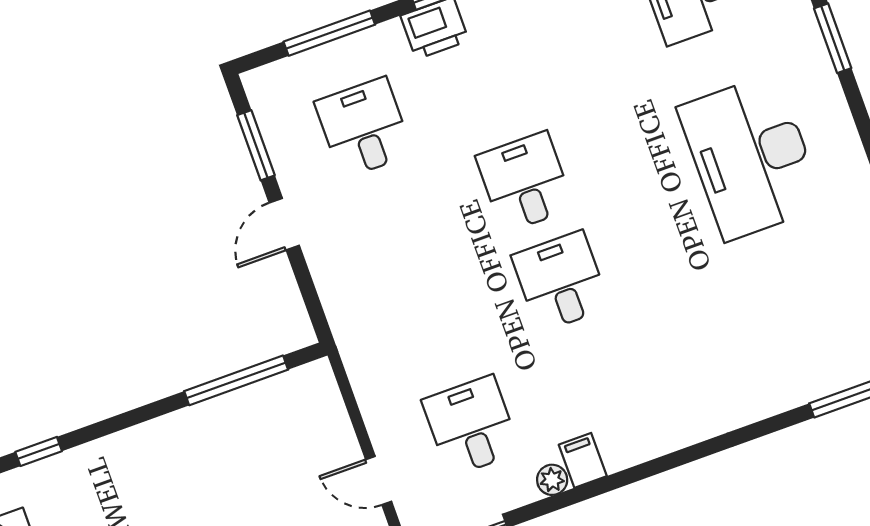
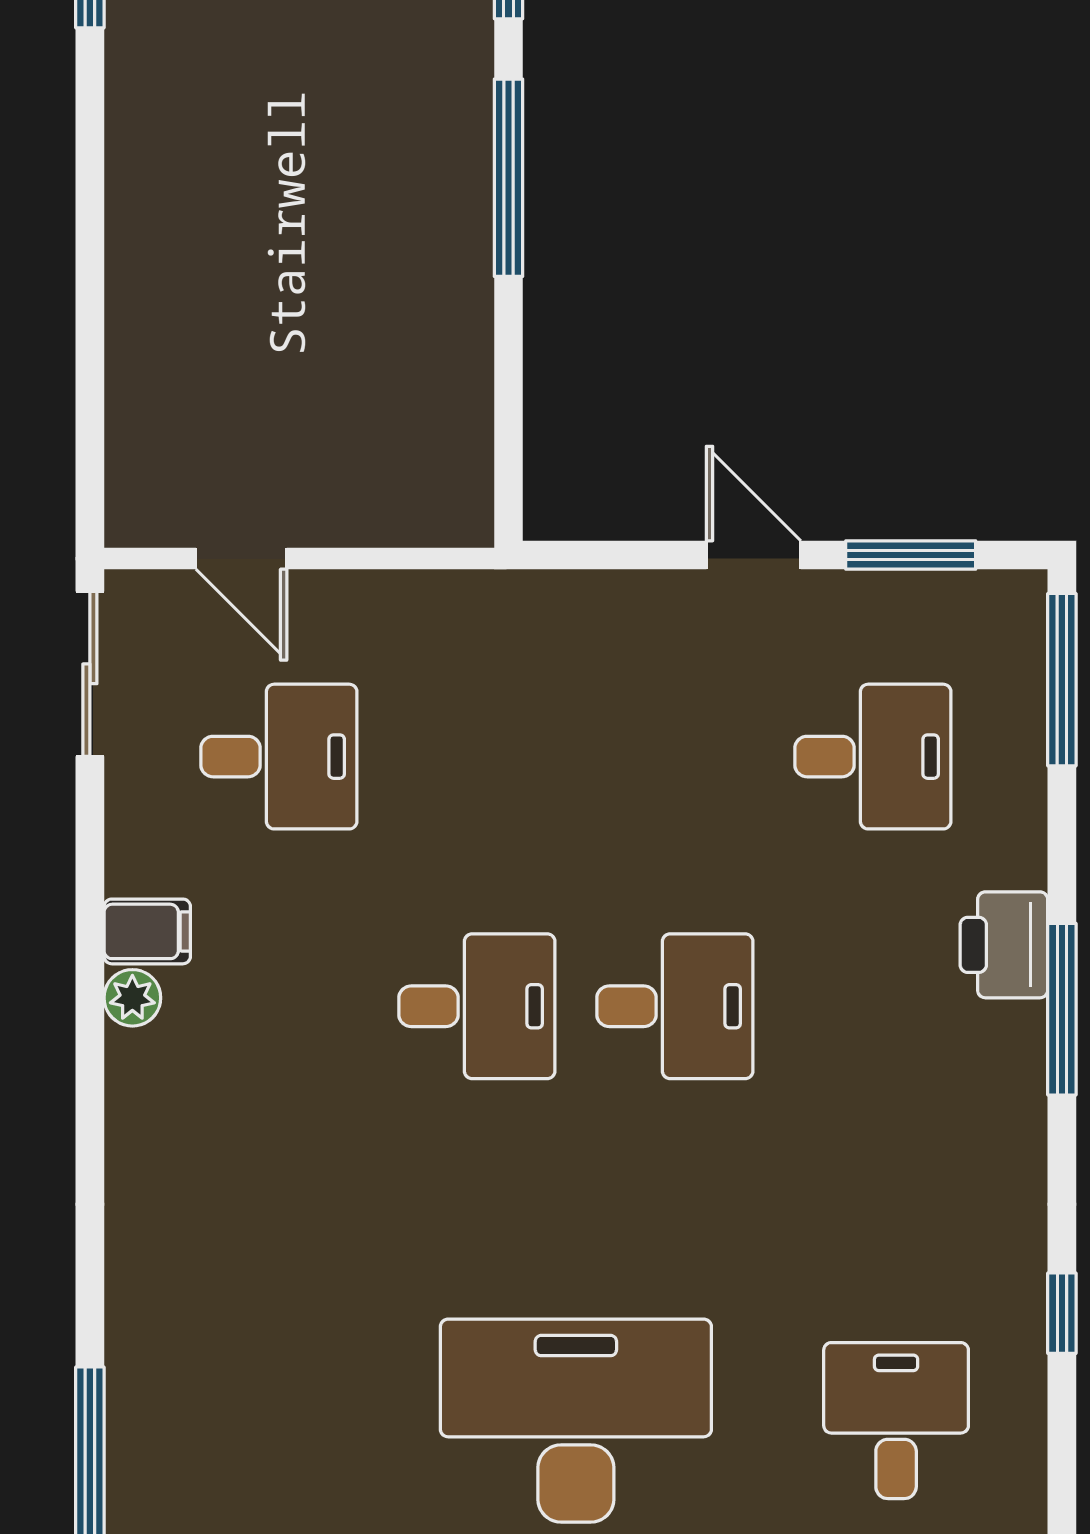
window: (329, 33) -> (1062, 680), moved
window: (236, 380) -> (508, 178), moved
plant: (552, 480) -> (132, 998), moved
door: (379, 481) -> (241, 559), swing flipped

